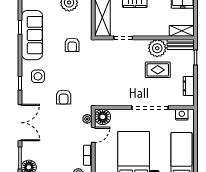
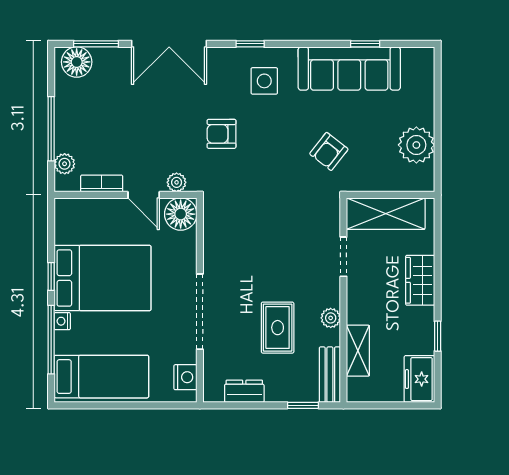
shelving: (182, 31) -> (358, 351), moved
armchair: (72, 45) -> (329, 151), turned -52
plant: (157, 48) -> (331, 318), width x0.53, depth x0.53

